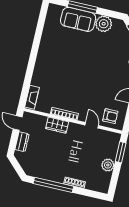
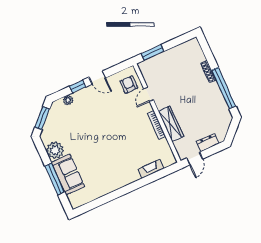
fireplace: (32, 97) -> (151, 169), moved
wardrobe: (57, 125) -> (171, 124), width x1.50
plant: (108, 165) -> (172, 55), removed

